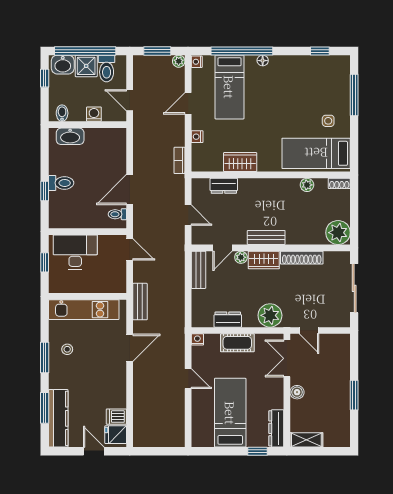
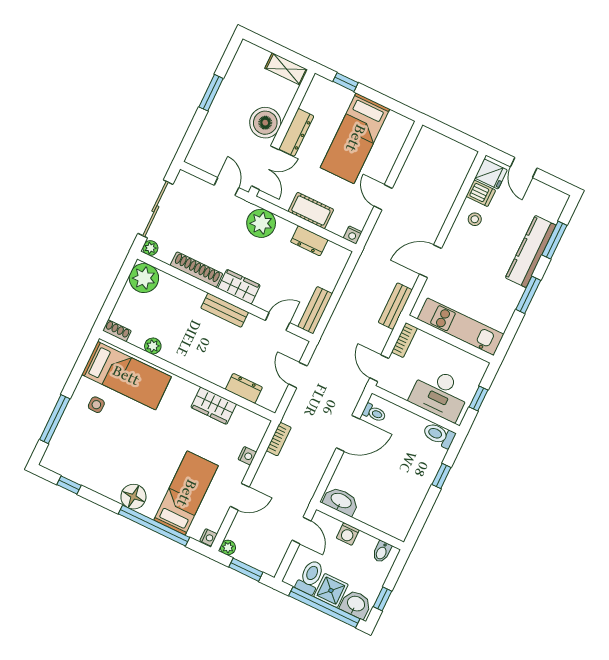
floor lamp: (263, 61) -> (133, 497), width x1.89, depth x1.89
washbasin: (70, 136) -> (341, 501), moved
toilet: (61, 183) -> (439, 435), moved
plant: (241, 257) -> (150, 248), moved
bookcase: (121, 279) -> (404, 340), added
stool: (67, 349) -> (475, 219), moved
boiler: (297, 392) -> (265, 123), width x1.86, depth x1.86
kitchen counter: (58, 418) -> (531, 251), moved
dresser: (276, 428) -> (296, 132), moved

